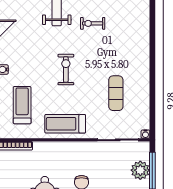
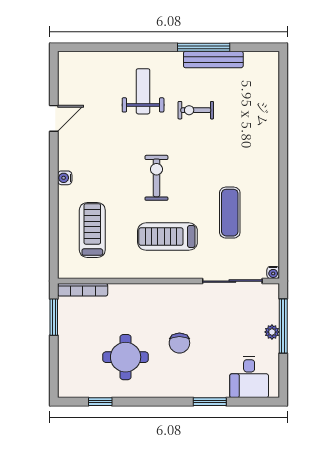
treadmill: (65, 124) -> (167, 237), moved
plant: (140, 170) -> (272, 332), width x0.53, depth x0.53

